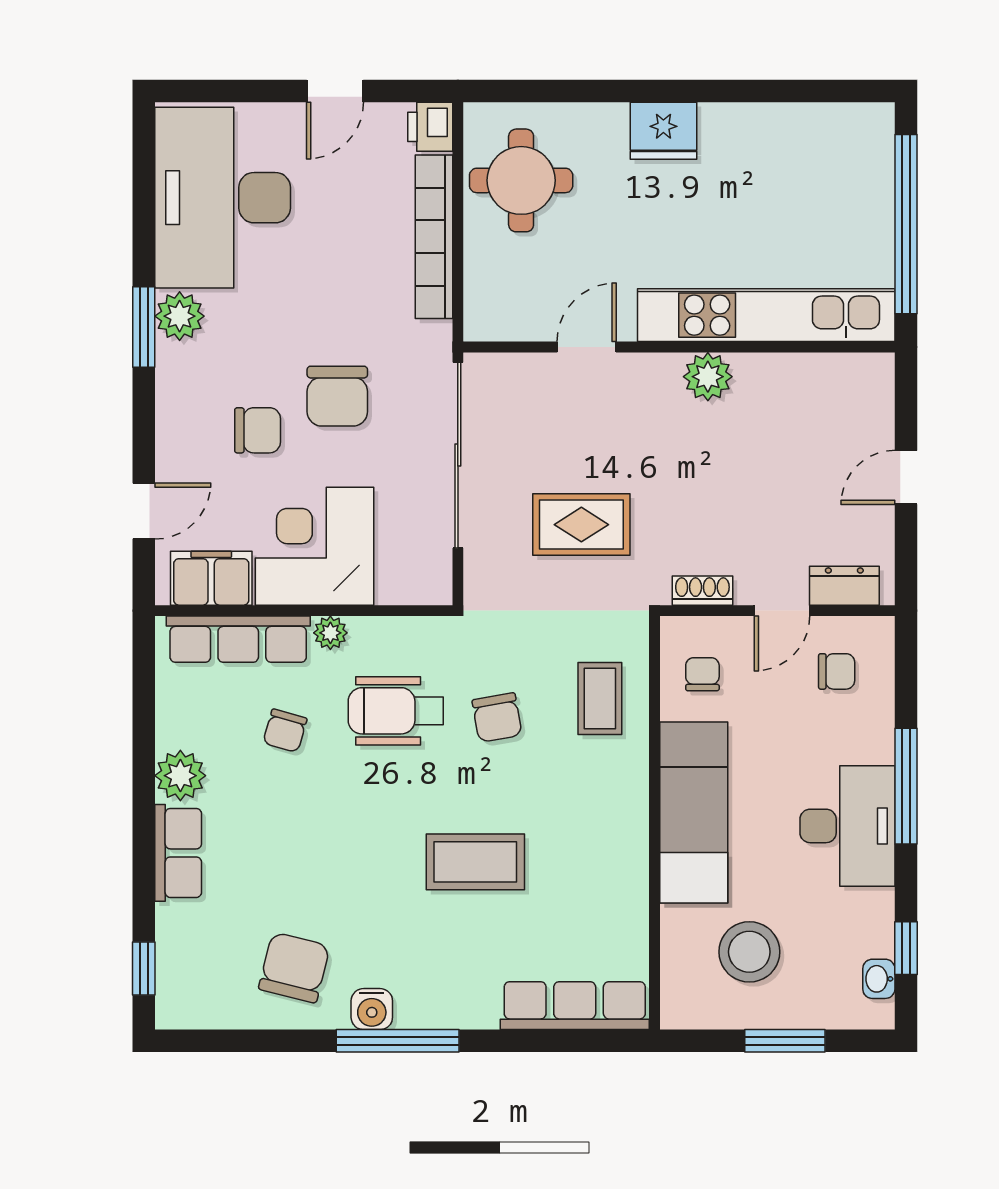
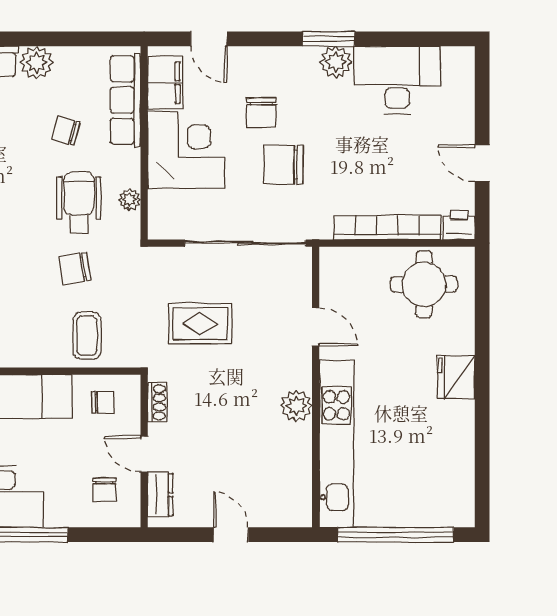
desk: (223, 198) -> (397, 80), width x0.73, depth x0.77
rug: (581, 525) -> (200, 324), turned 90
plant: (330, 633) -> (130, 200), moved
coffee table: (600, 698) -> (87, 336), turned 90

